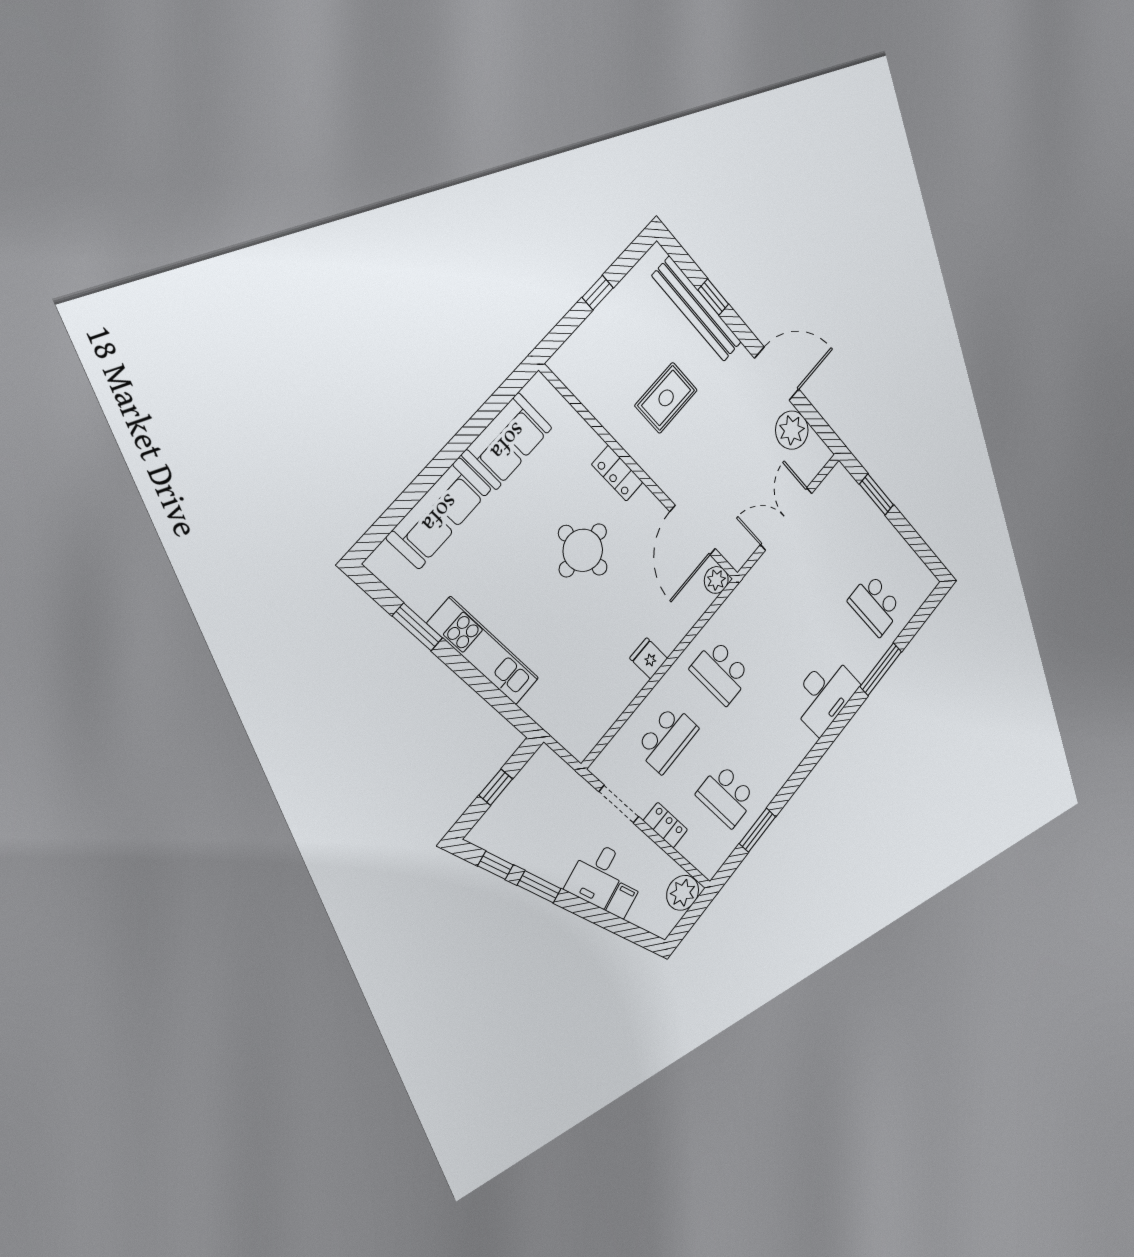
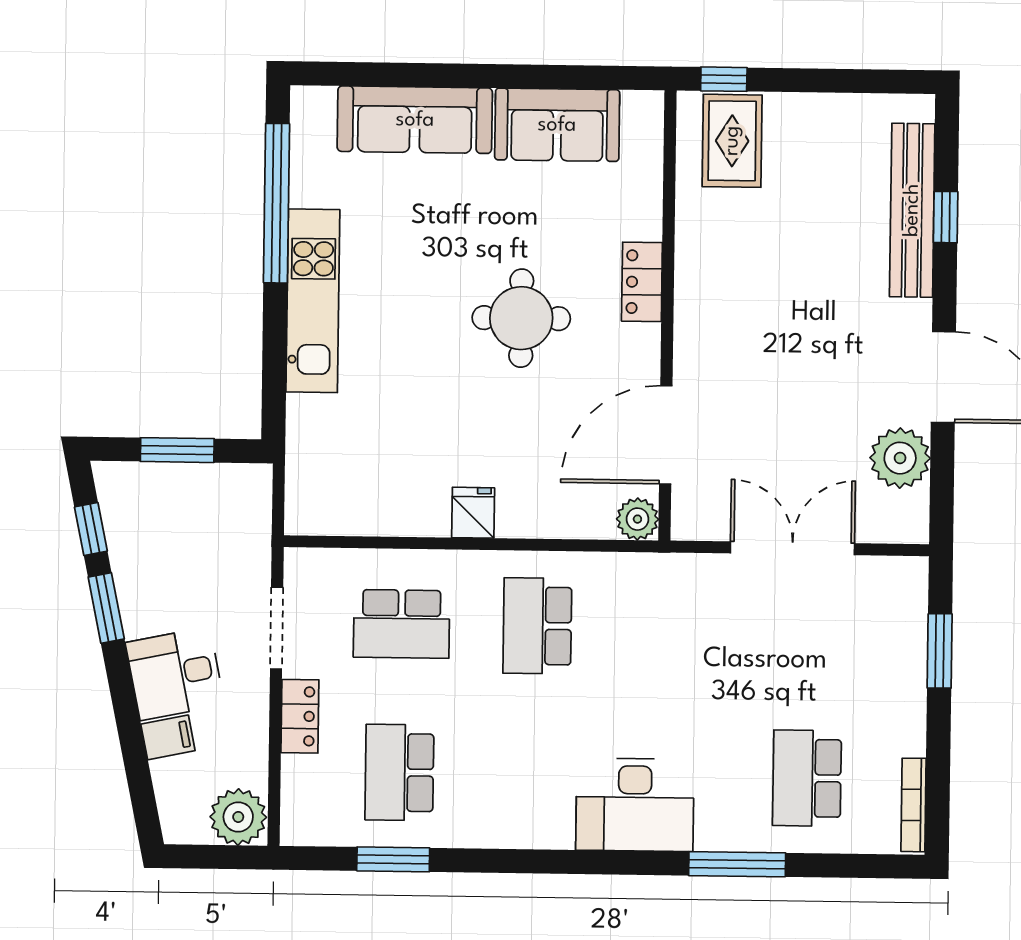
window: (598, 293) -> (724, 79), moved
rug: (666, 398) -> (732, 141), moved, turned 90
bookcase: (920, 567) -> (914, 805), added
window: (417, 627) -> (277, 203), width x2.11
window: (496, 787) -> (177, 450), width x1.50

